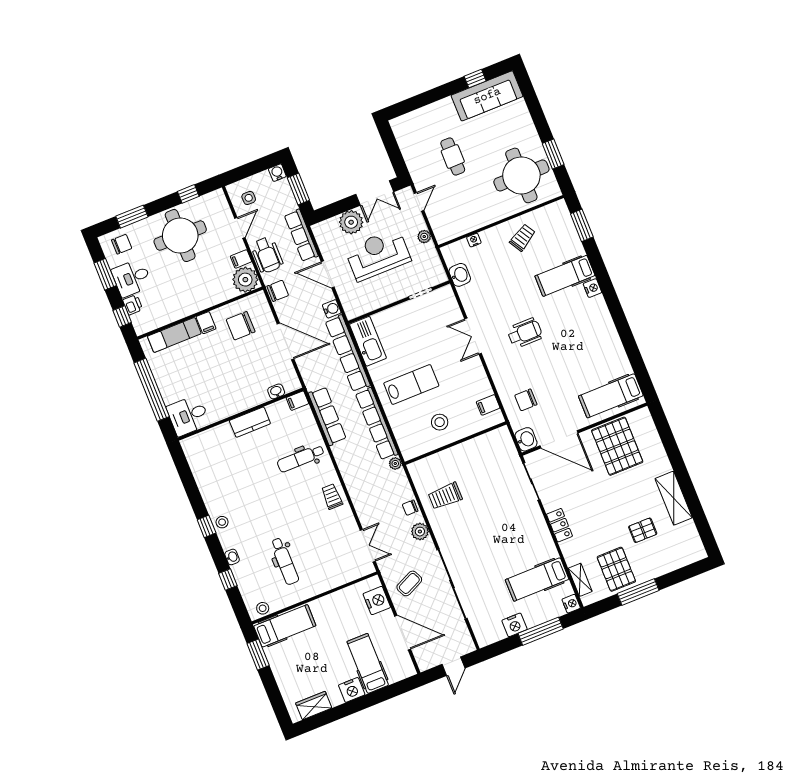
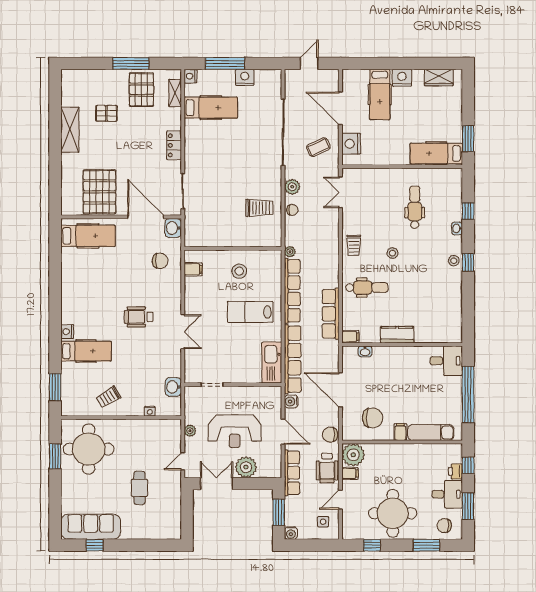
wheelchair: (267, 255) -> (327, 468), turned 180
stool: (263, 608) -> (392, 253), moved

